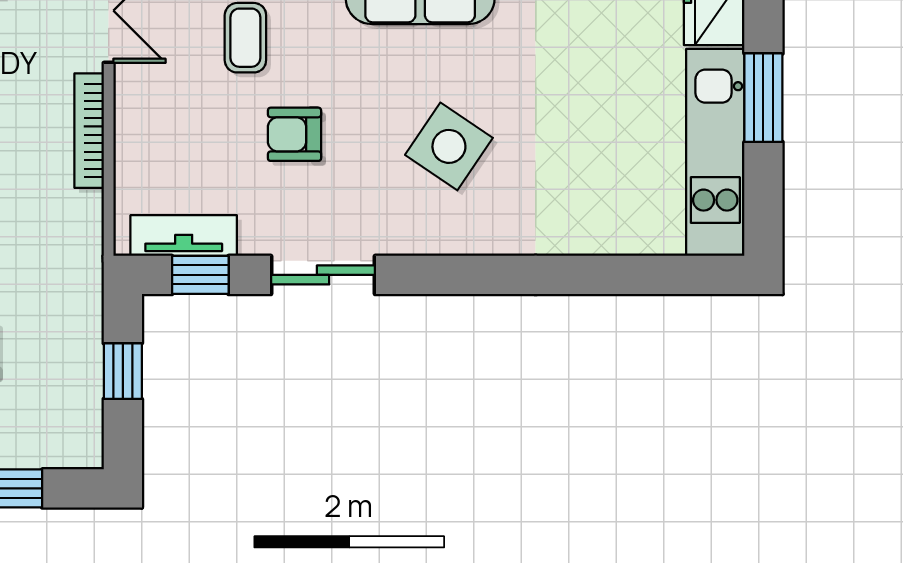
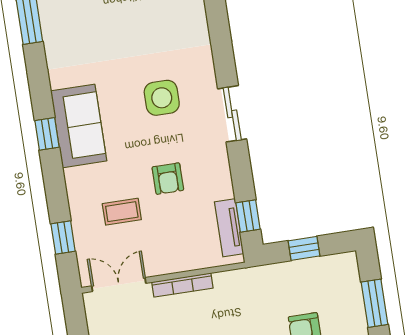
side table: (449, 146) -> (162, 98), turned -34
sliding door: (323, 275) -> (232, 114), moved

